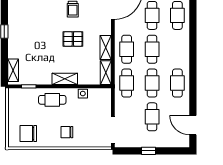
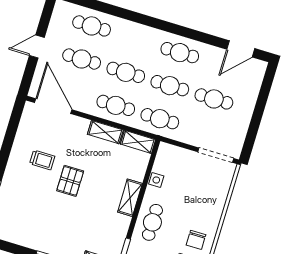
pallet: (73, 39) -> (70, 181), moved
chair: (67, 132) -> (196, 240), moved
window: (149, 151) -> (257, 117), removed

